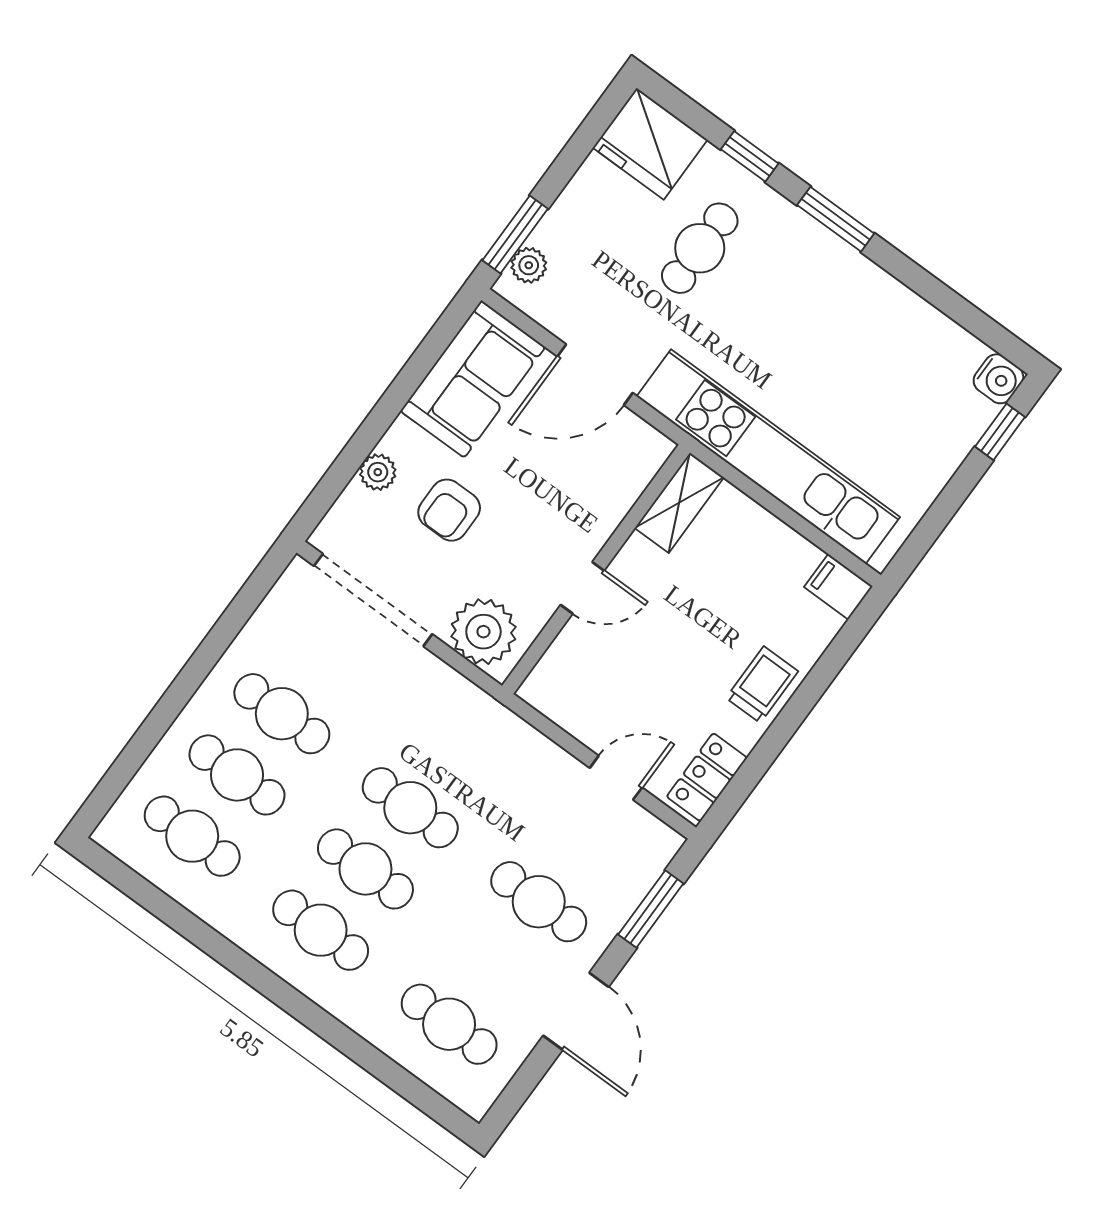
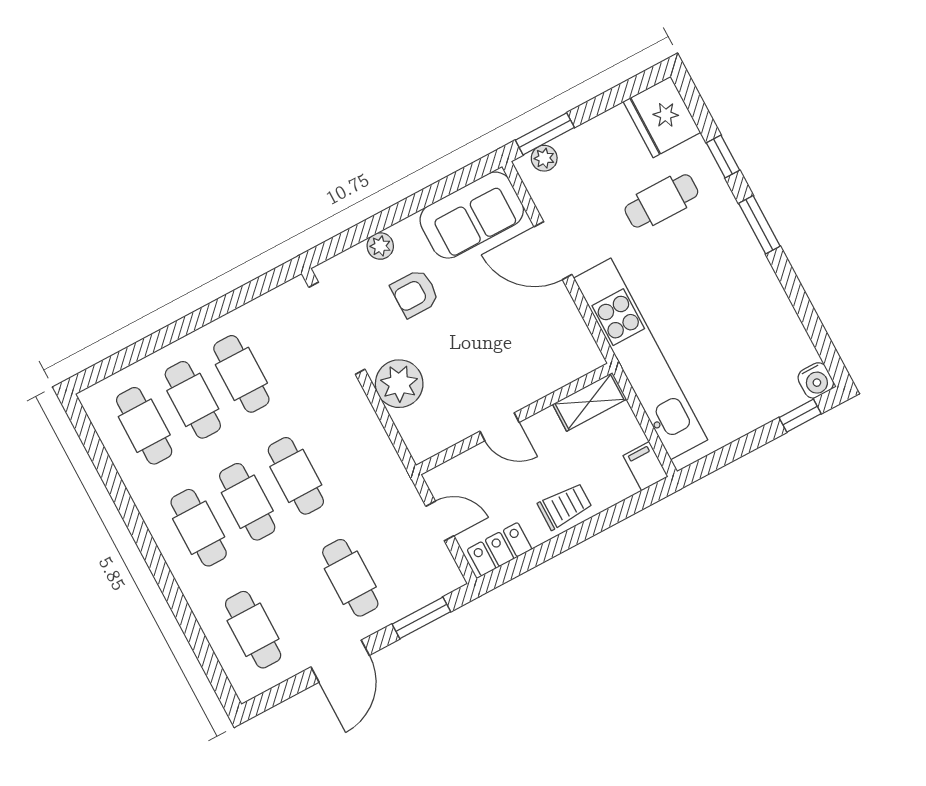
shelving: (679, 503) -> (590, 402), moved
wall: (596, 569) -> (514, 419), moved
door: (582, 588) -> (499, 427), moved

